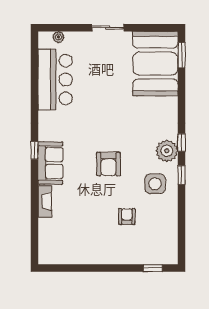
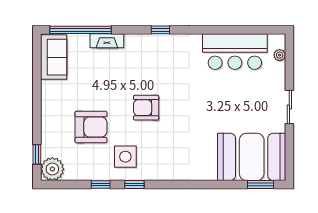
window: (182, 143) -> (101, 185), moved
plant: (167, 151) -> (52, 169), moved
sofa: (50, 163) -> (54, 57), moved, turned -90
armchair: (127, 217) -> (91, 127), width x1.88, depth x1.88
window: (34, 227) -> (80, 30), added

